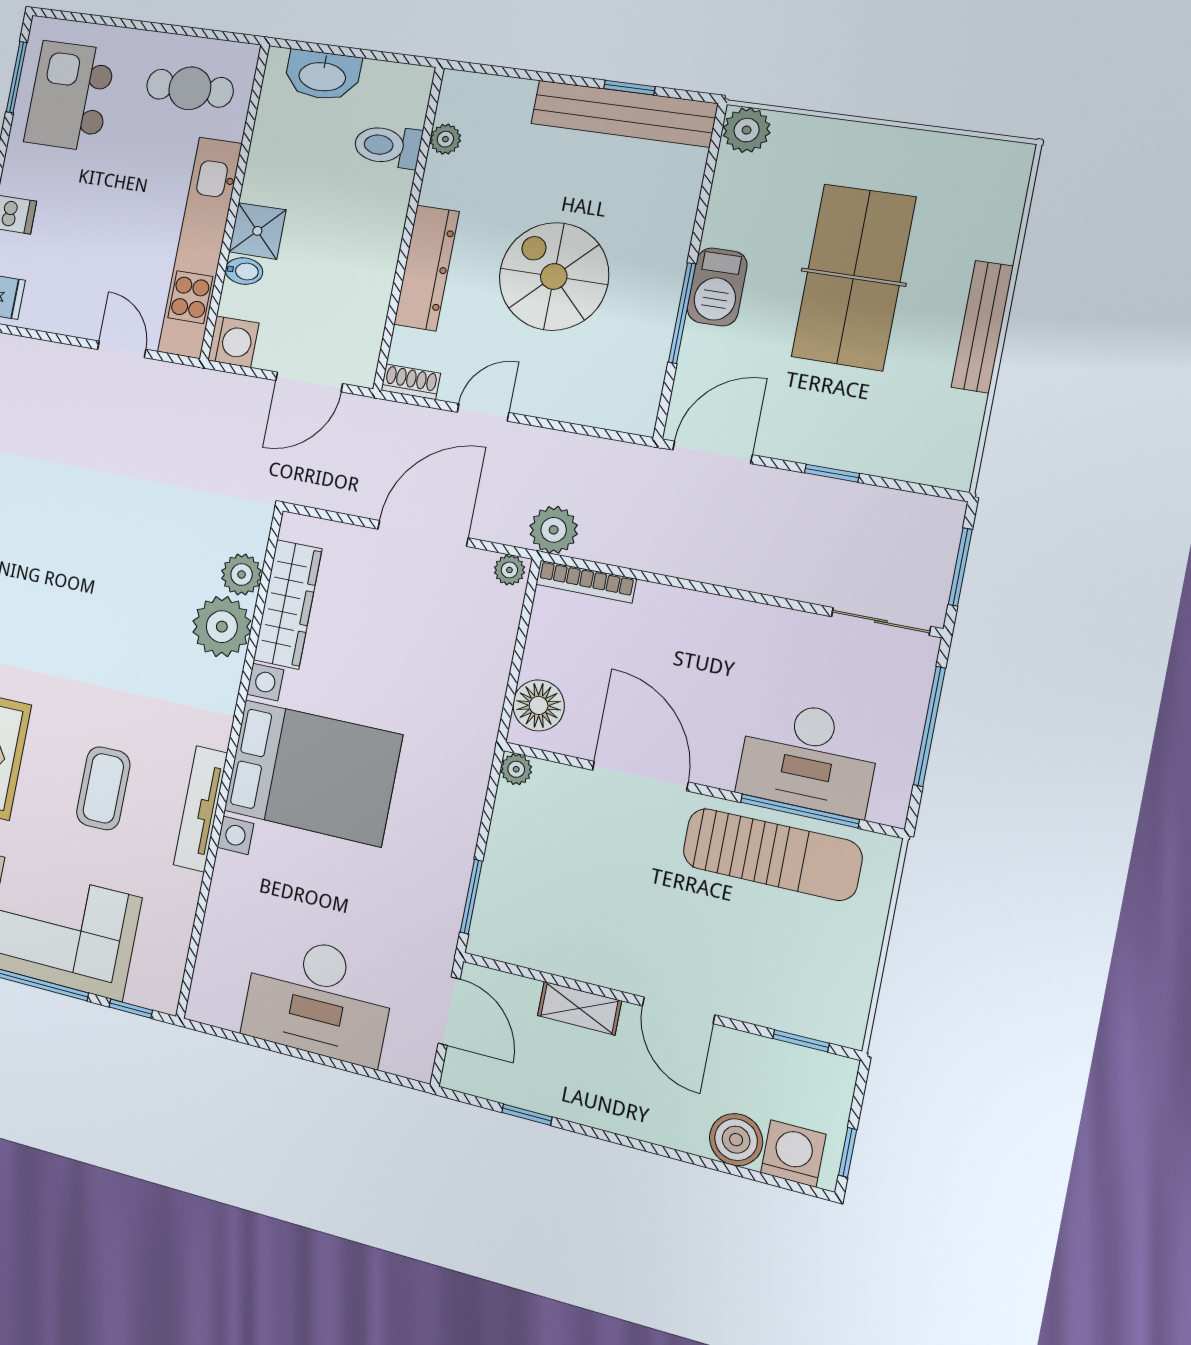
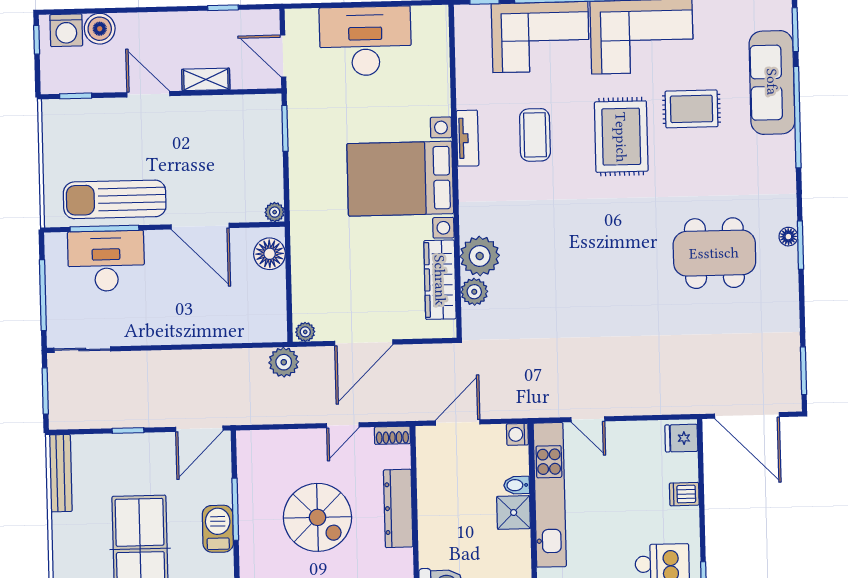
bench: (982, 327) -> (61, 473), moved
washing machine: (233, 342) -> (517, 434), width x0.73, depth x0.73
bookcase: (586, 582) -> (257, 335), removed
tv unit: (200, 809) -> (468, 138), width x0.71

